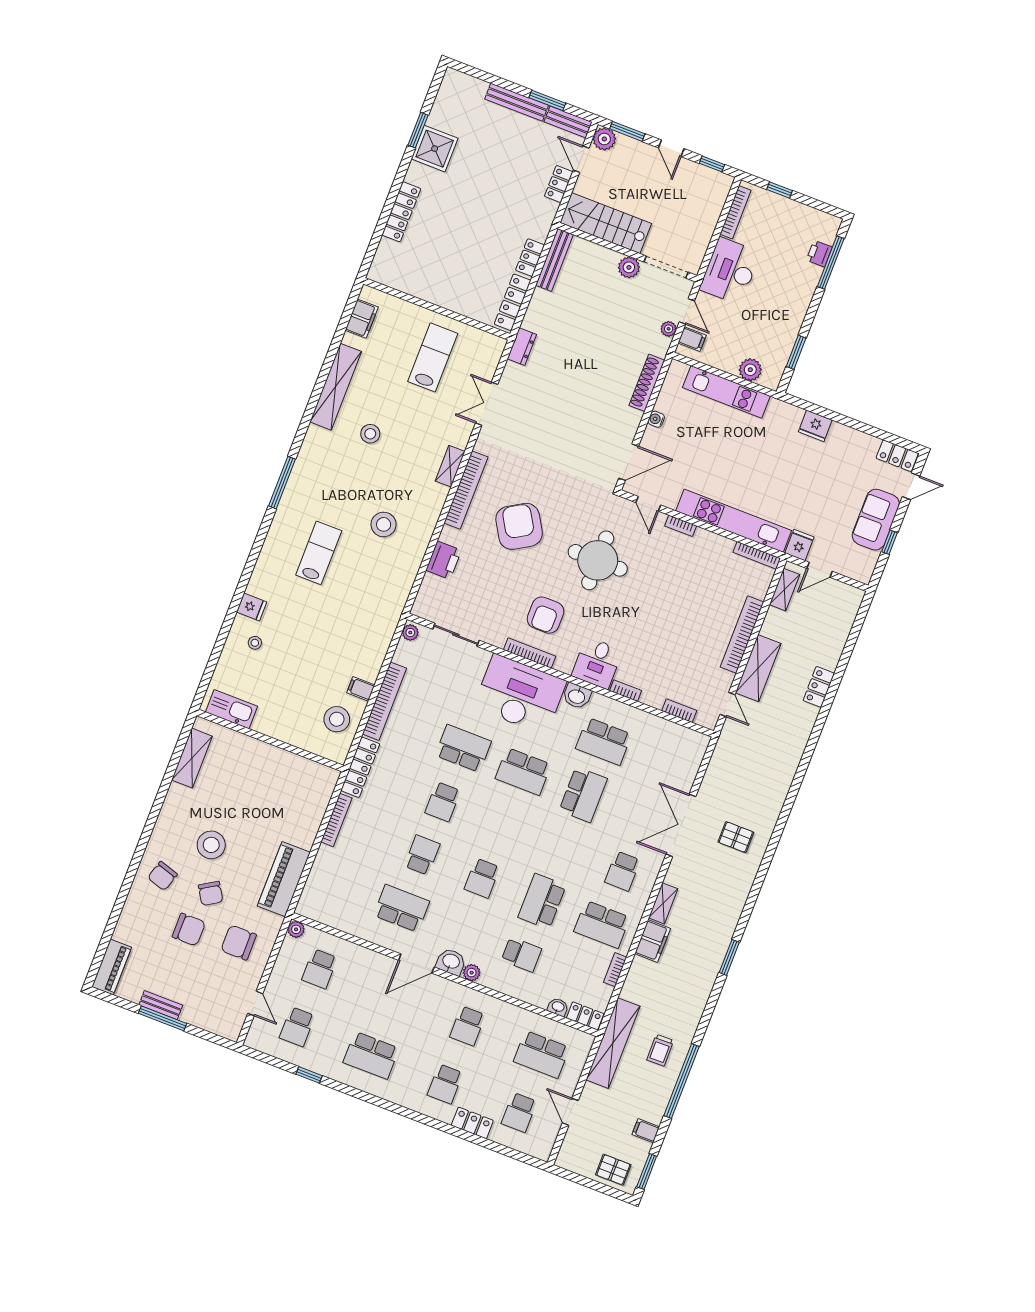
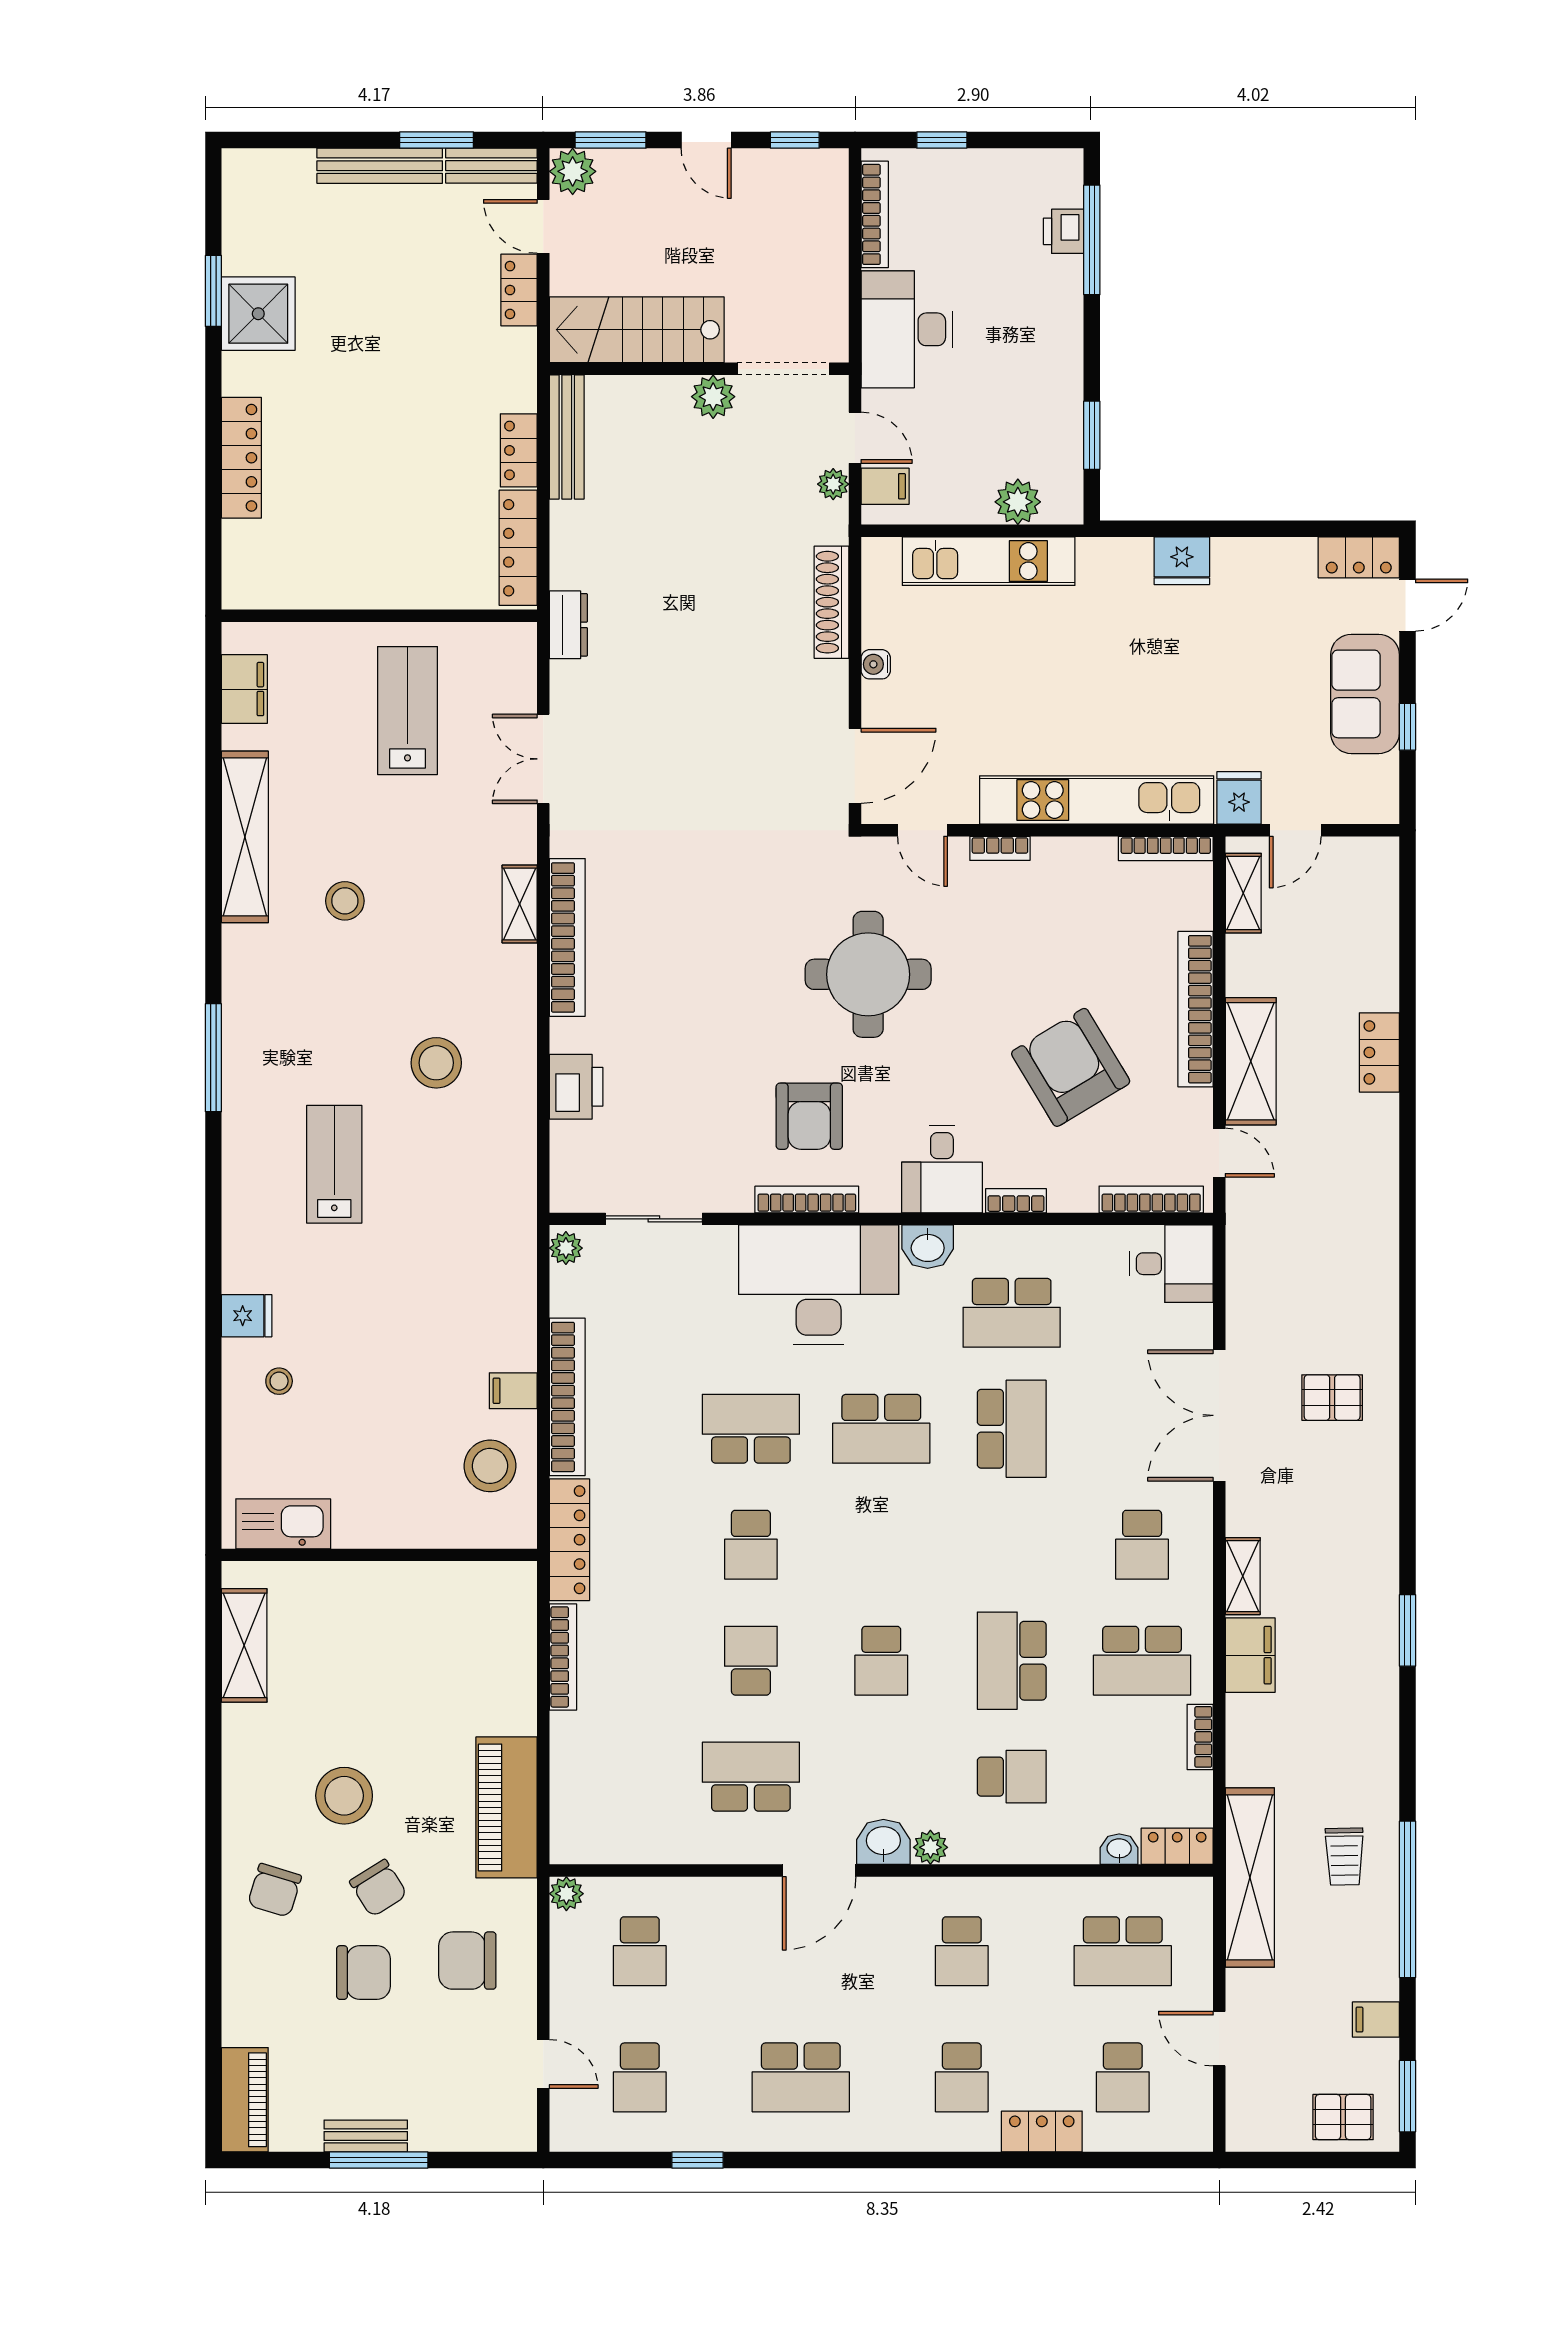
armchair: (519, 526) -> (1071, 1067), moved
bookcase: (679, 711) -> (1151, 1199), width x1.56
desk: (686, 747) -> (1171, 1264), added

